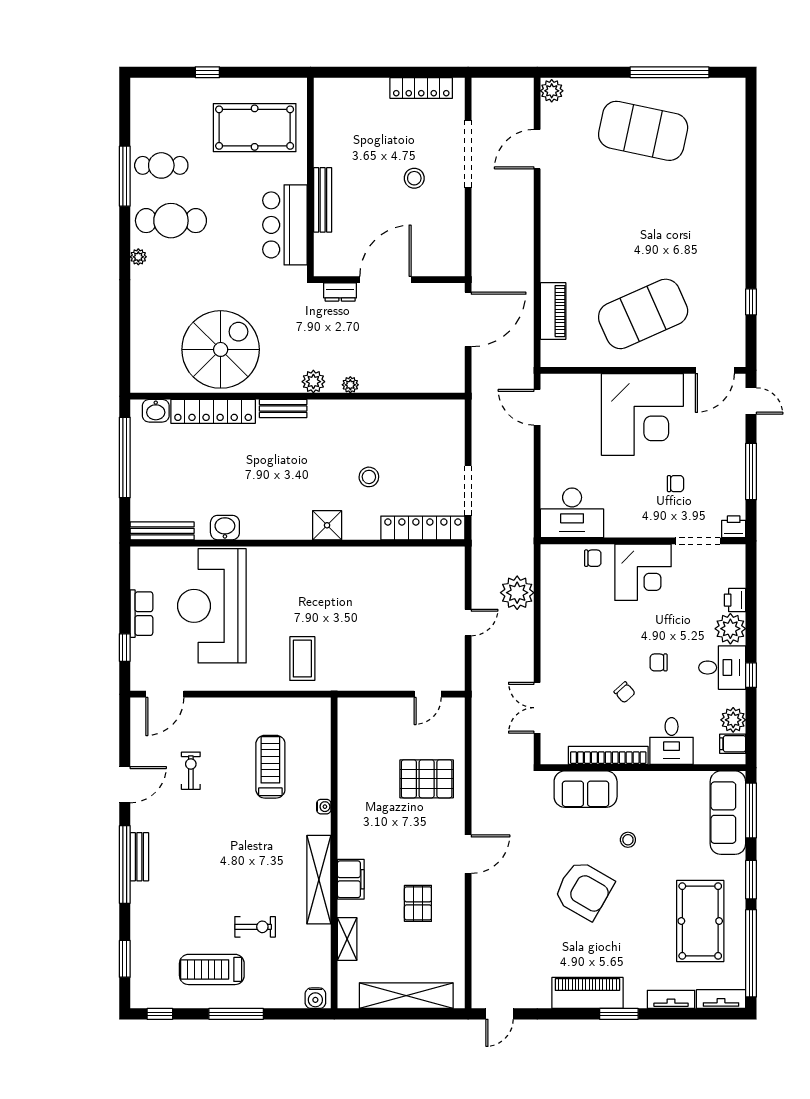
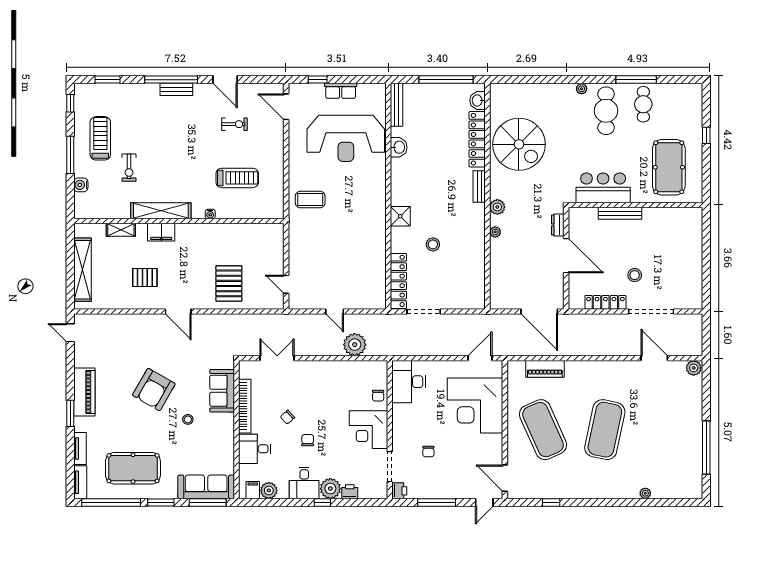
locker: (421, 88) -> (605, 302), moved, turned 90
exercise mat: (643, 131) -> (605, 430), moved
plant: (737, 162) -> (645, 493), added
corner desk: (642, 414) -> (475, 406), moved
reception desk: (212, 606) -> (346, 138), turned 180
window: (751, 675) -> (322, 503), moved
water cooler: (315, 998) -> (81, 185), moved

